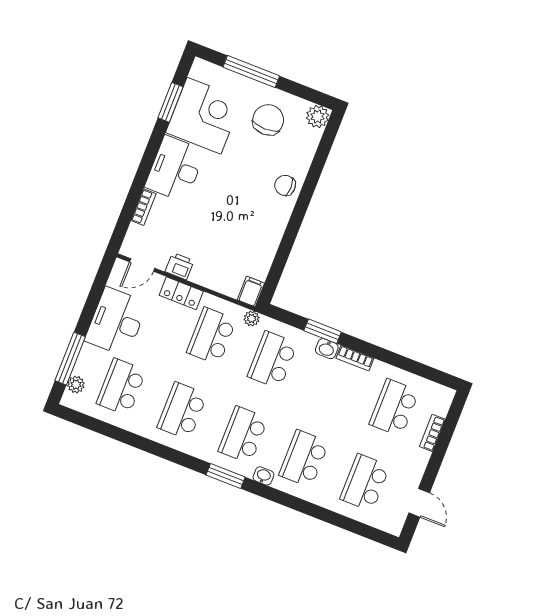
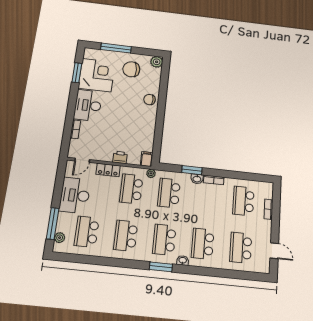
chair: (268, 120) -> (131, 69), turned -94
printer: (180, 266) -> (120, 157), moved

